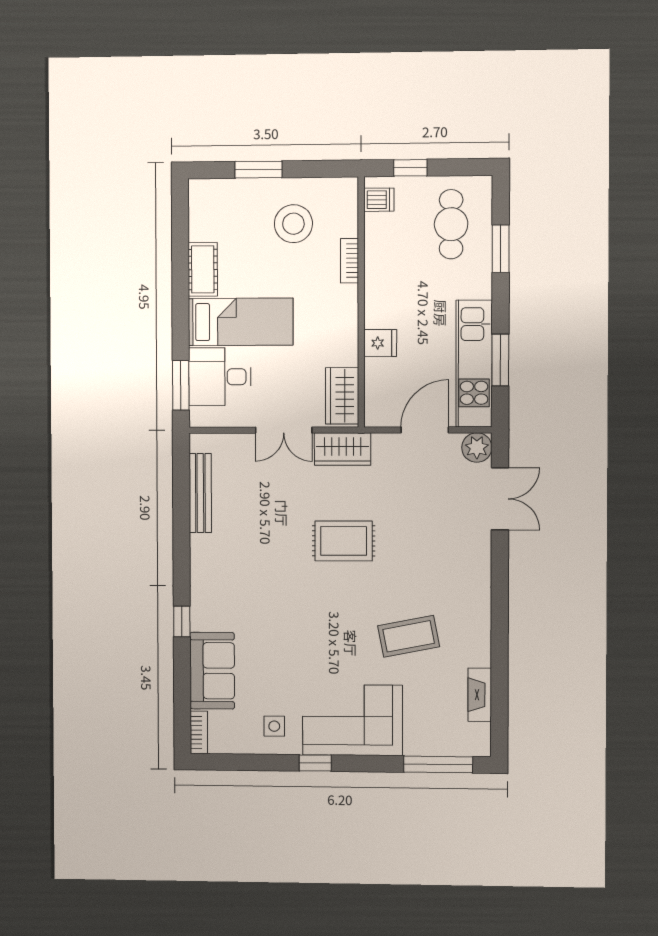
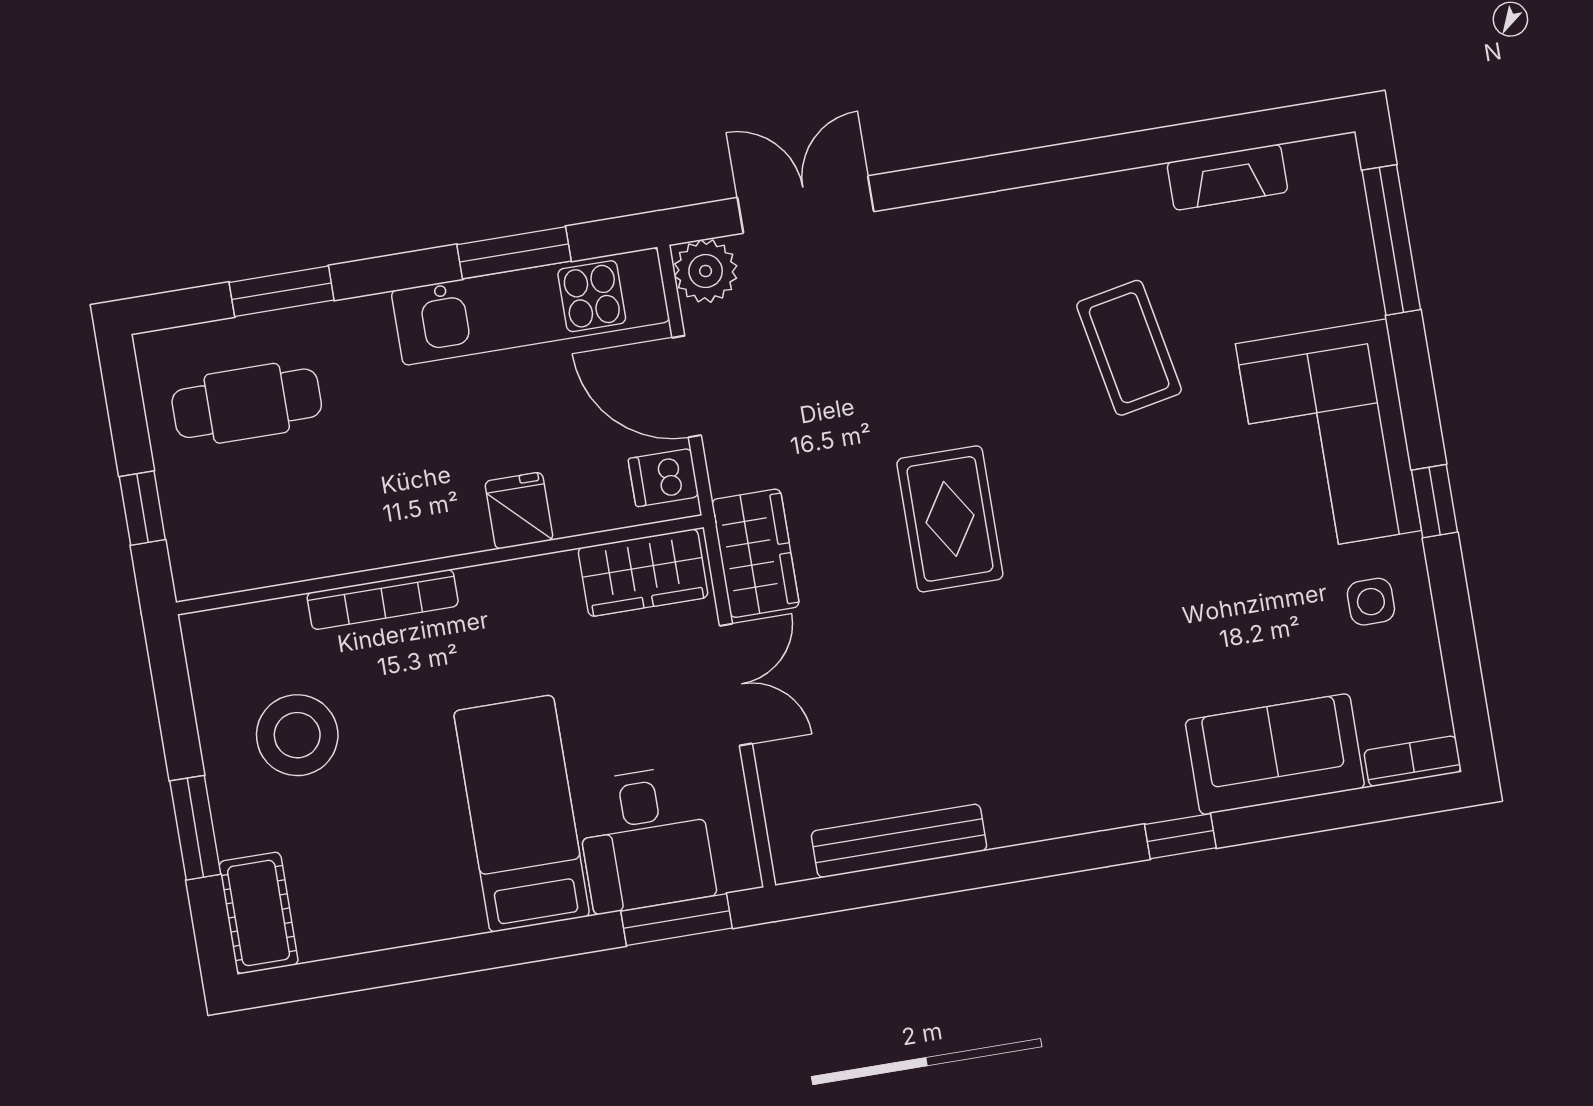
dishwasher: (379, 200) -> (663, 478), moved, turned -90
bookcase: (350, 261) -> (383, 599), width x1.56
cot: (203, 269) -> (259, 913), moved, turned 90

